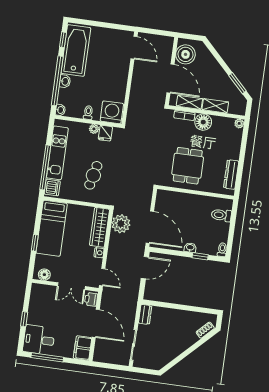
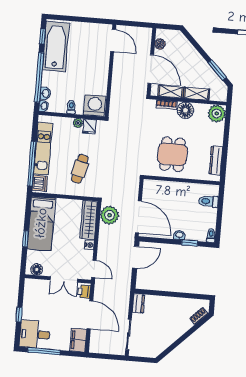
boiler: (185, 54) -> (160, 44), width x0.54, depth x0.54
washbasin: (65, 81) -> (45, 93), moved
plant: (239, 123) -> (217, 114), width x1.88, depth x1.88

